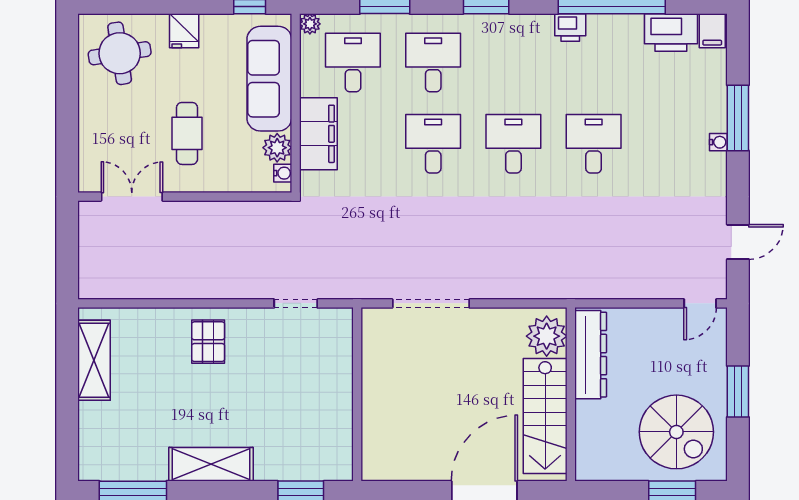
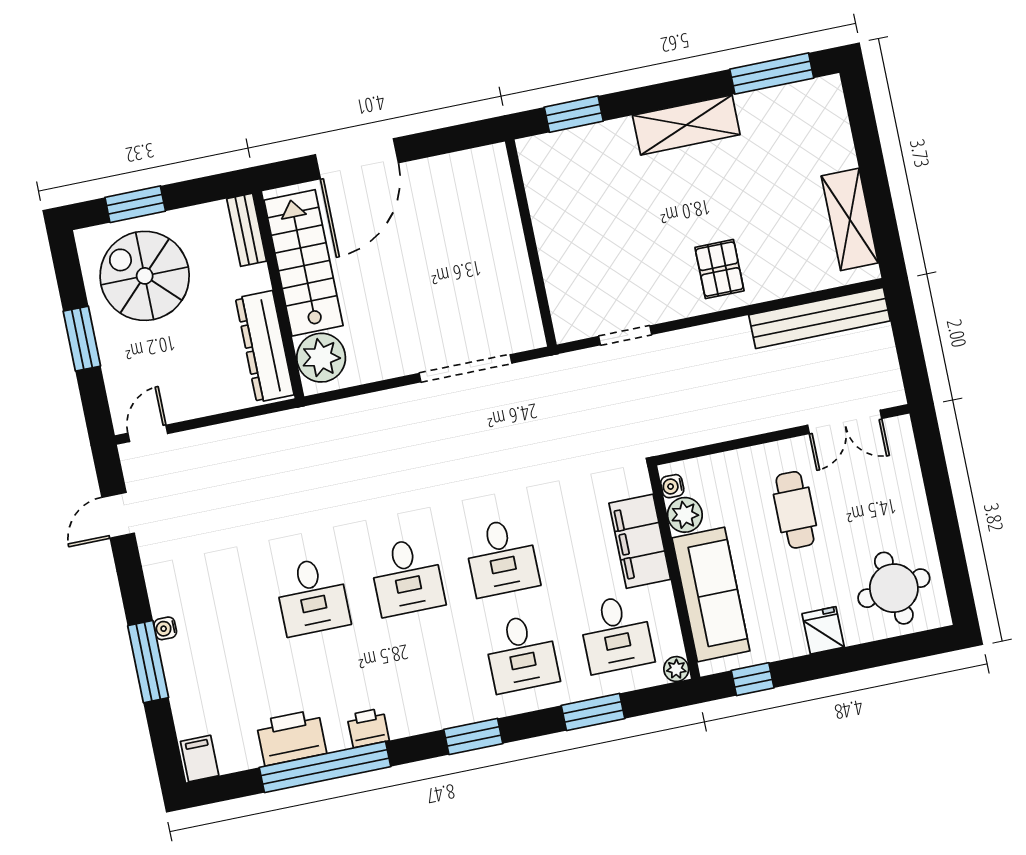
printer: (671, 32) -> (291, 737), moved
bench: (135, 285) -> (820, 318), added
bench: (586, 452) -> (247, 230), added

